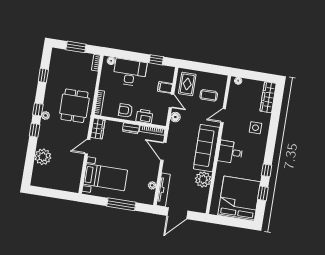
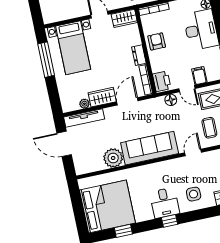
door: (171, 101) -> (187, 89), hinge flipped
printer: (144, 116) -> (162, 81), moved
door: (223, 116) -> (193, 153), hinge flipped
desk: (230, 152) -> (165, 203), moved, turned 180
wardrobe: (152, 170) -> (102, 97), added
window: (267, 170) -> (170, 221), moved
window: (121, 204) -> (46, 60), moved

